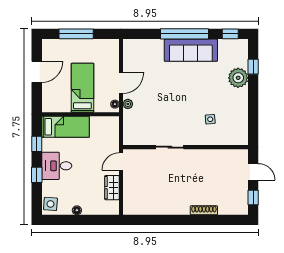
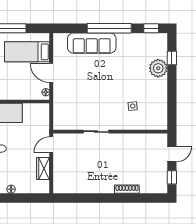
sofa: (191, 50) -> (92, 43), moved
door: (121, 83) -> (51, 73), swing flipped
bed: (82, 88) -> (27, 52), moved, turned -90
plant: (128, 104) -> (58, 92), removed
door: (253, 172) -> (172, 154), hinge flipped

